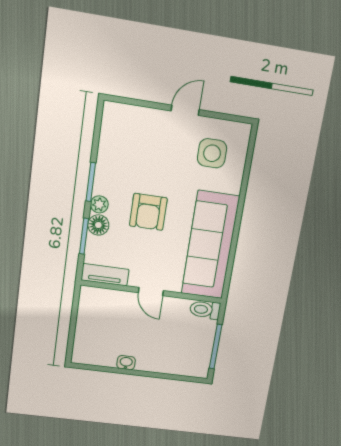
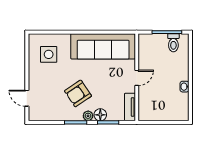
door: (185, 110) -> (27, 98), moved
armchair: (148, 212) -> (78, 93), moved, turned 146
toilet: (205, 310) -> (173, 43), moved

